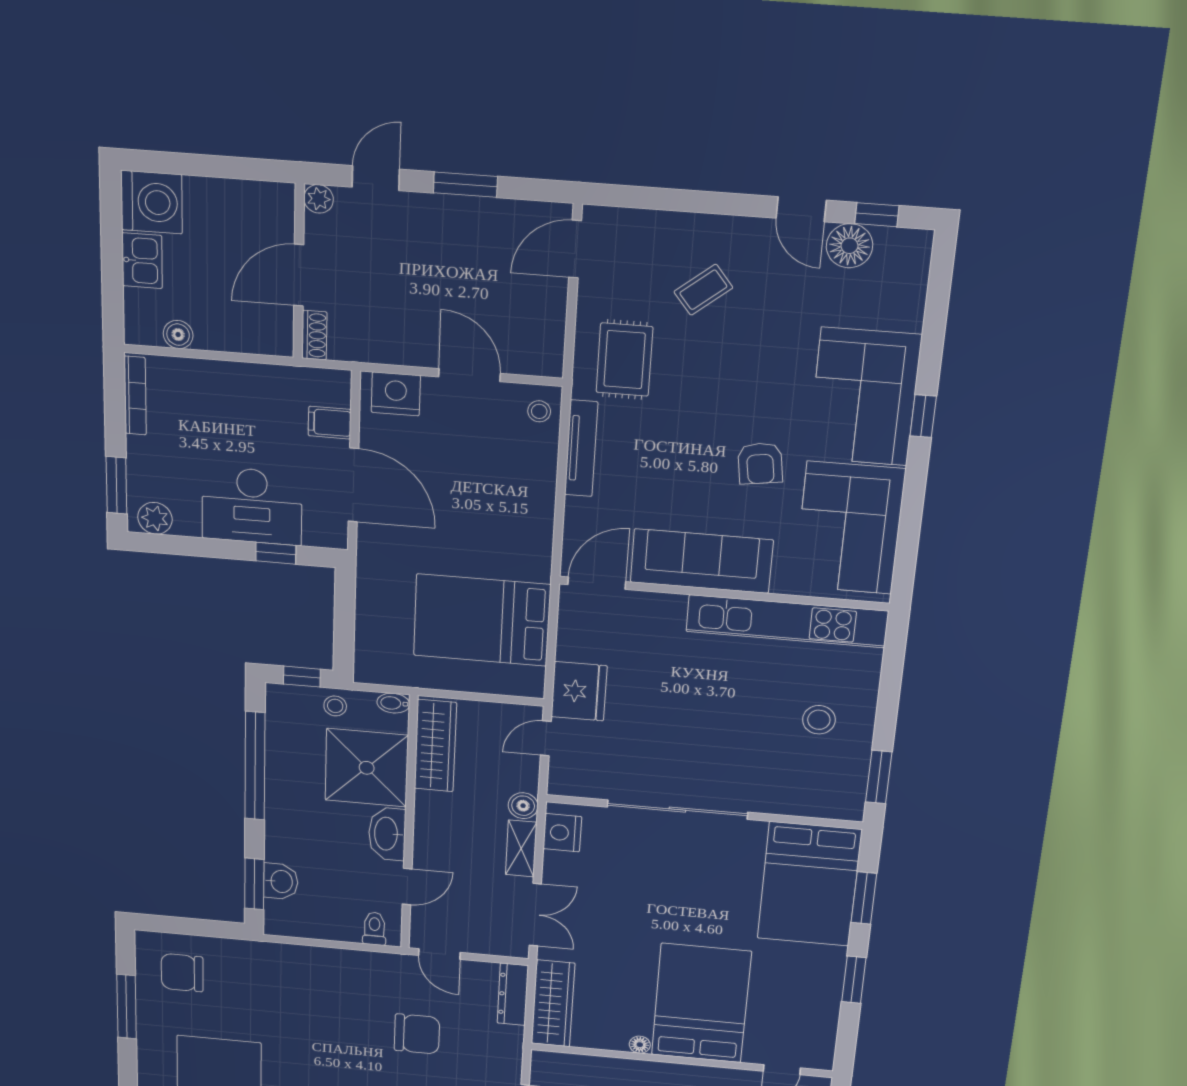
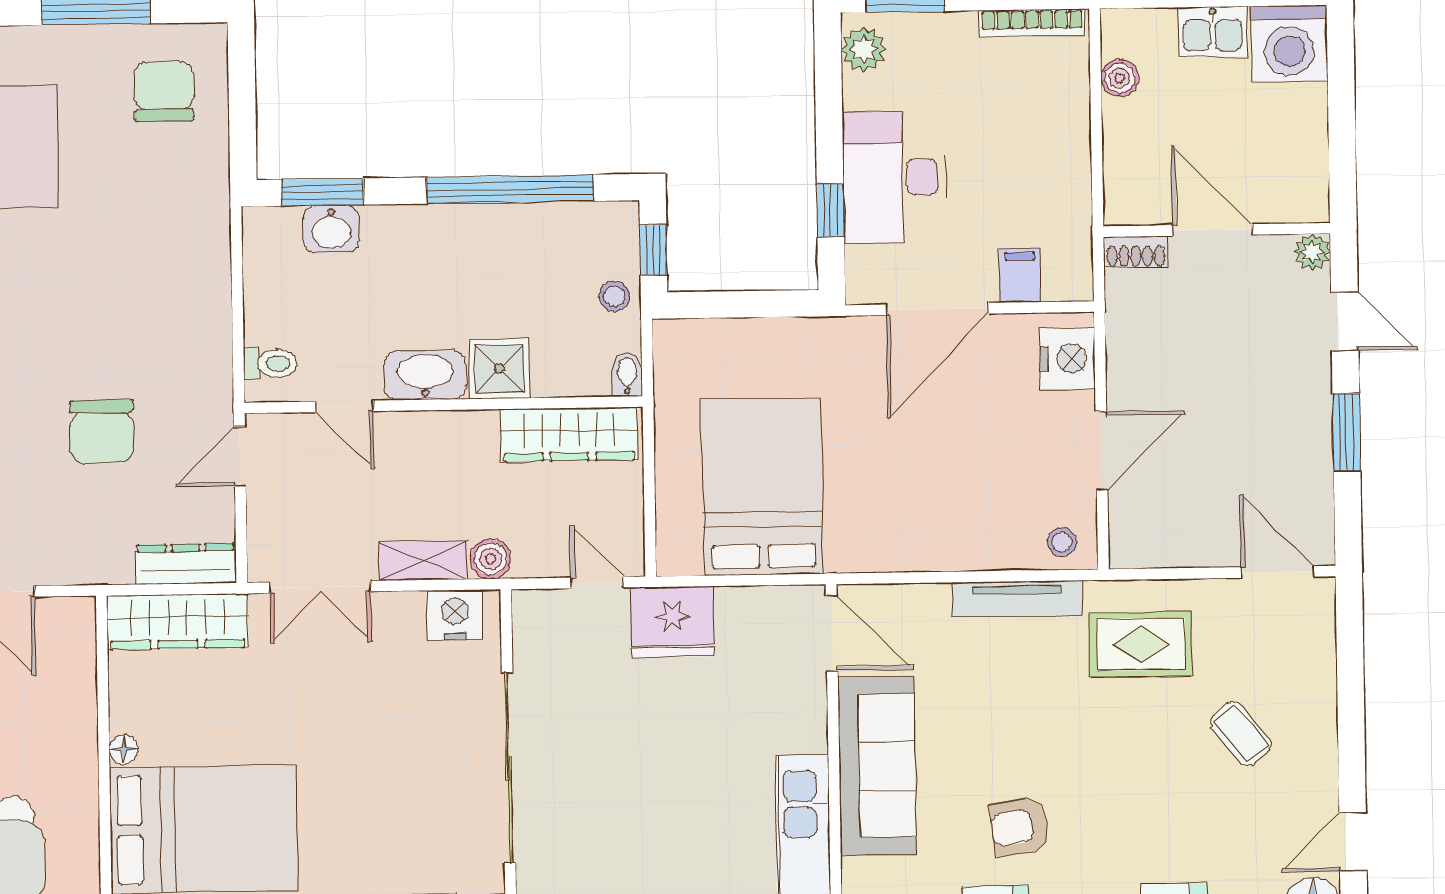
shower: (367, 768) -> (499, 369), width x0.54, depth x0.54

